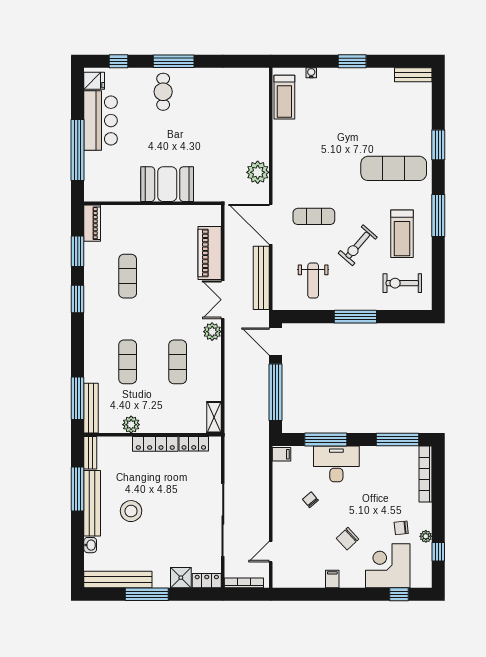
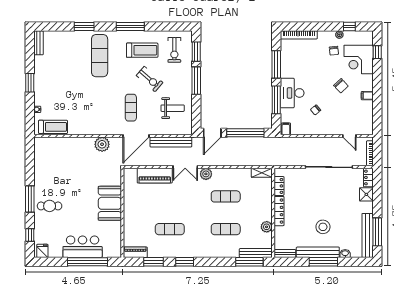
bar counter: (101, 121) -> (83, 247), moved
window: (400, 317) -> (196, 52), added
window: (398, 440) -> (276, 64), moved
window: (78, 489) -> (323, 262), moved
window: (147, 594) -> (377, 232), moved

